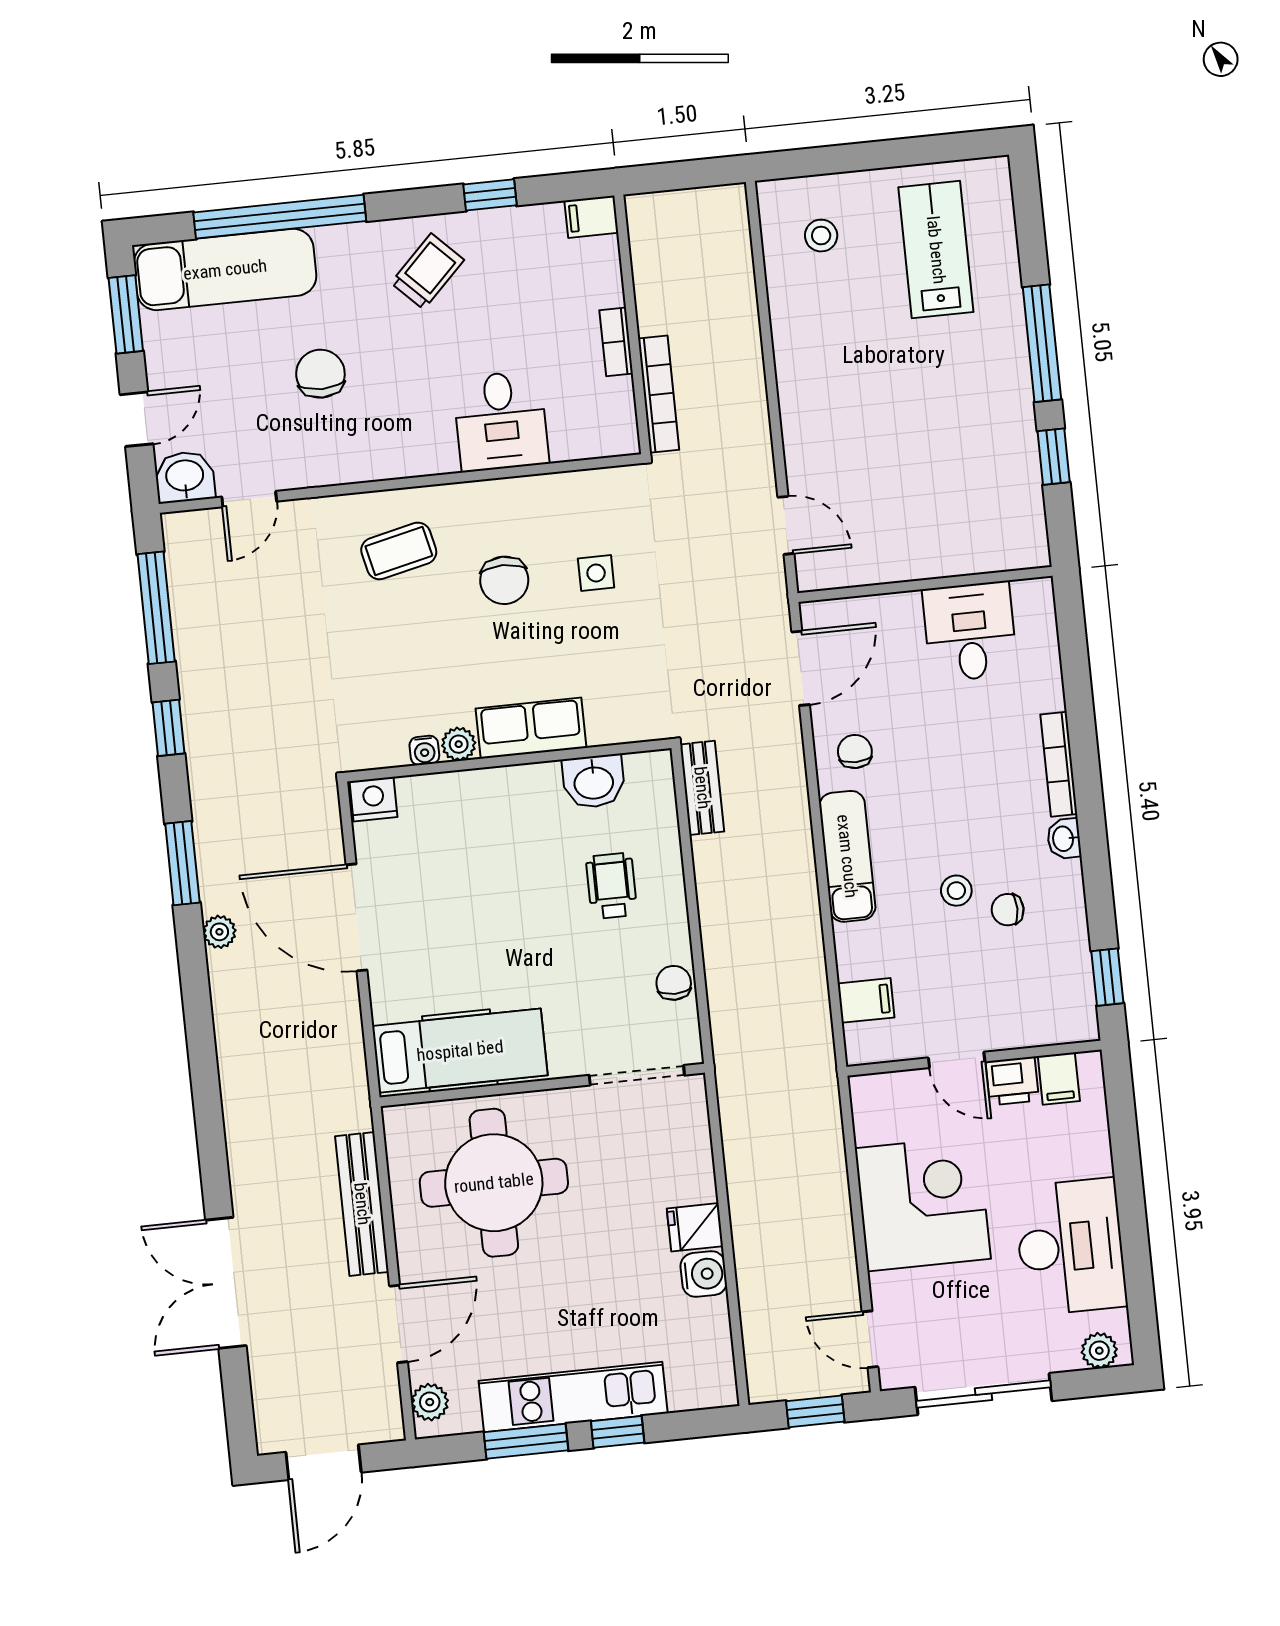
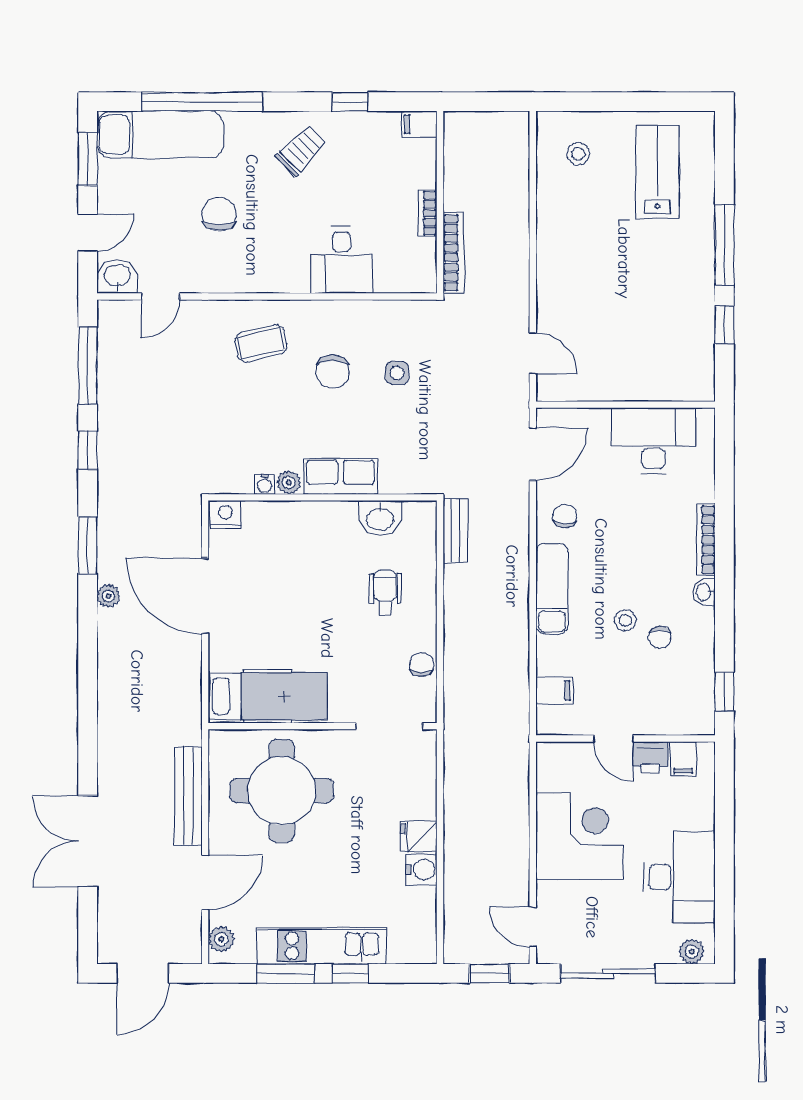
desk: (970, 632) -> (653, 441), width x1.37
chair: (1008, 910) -> (660, 637), turned -90

